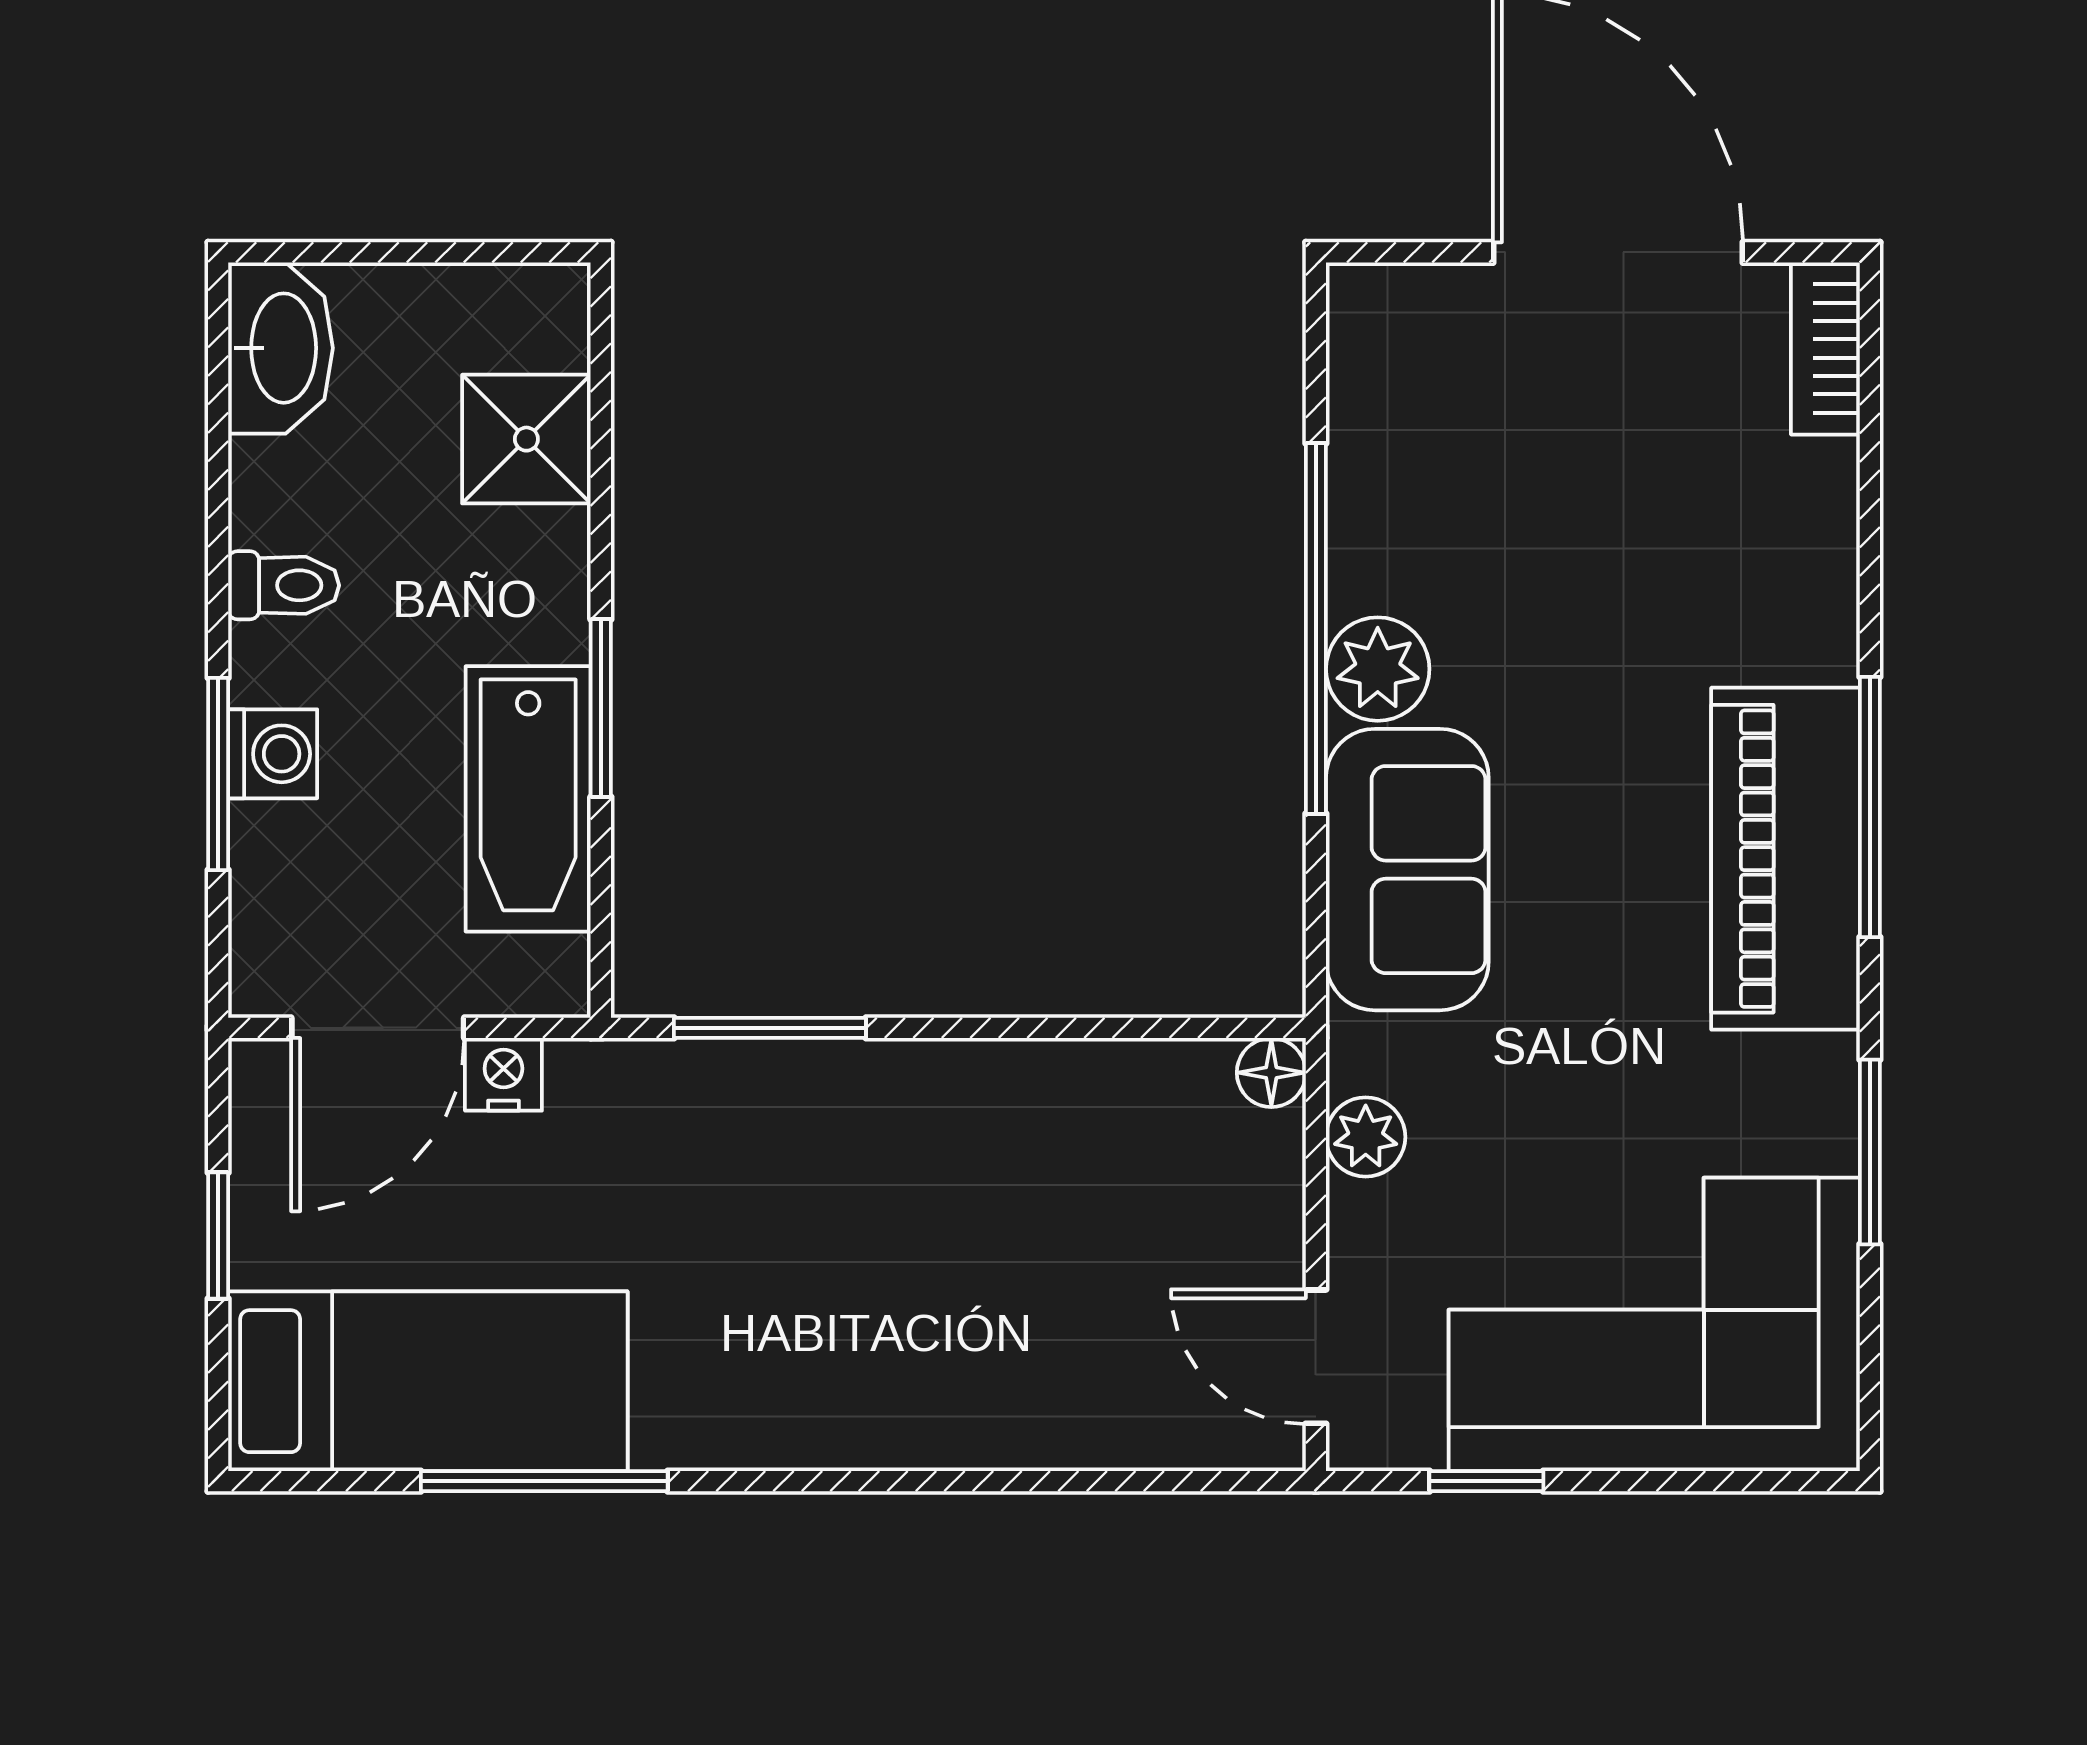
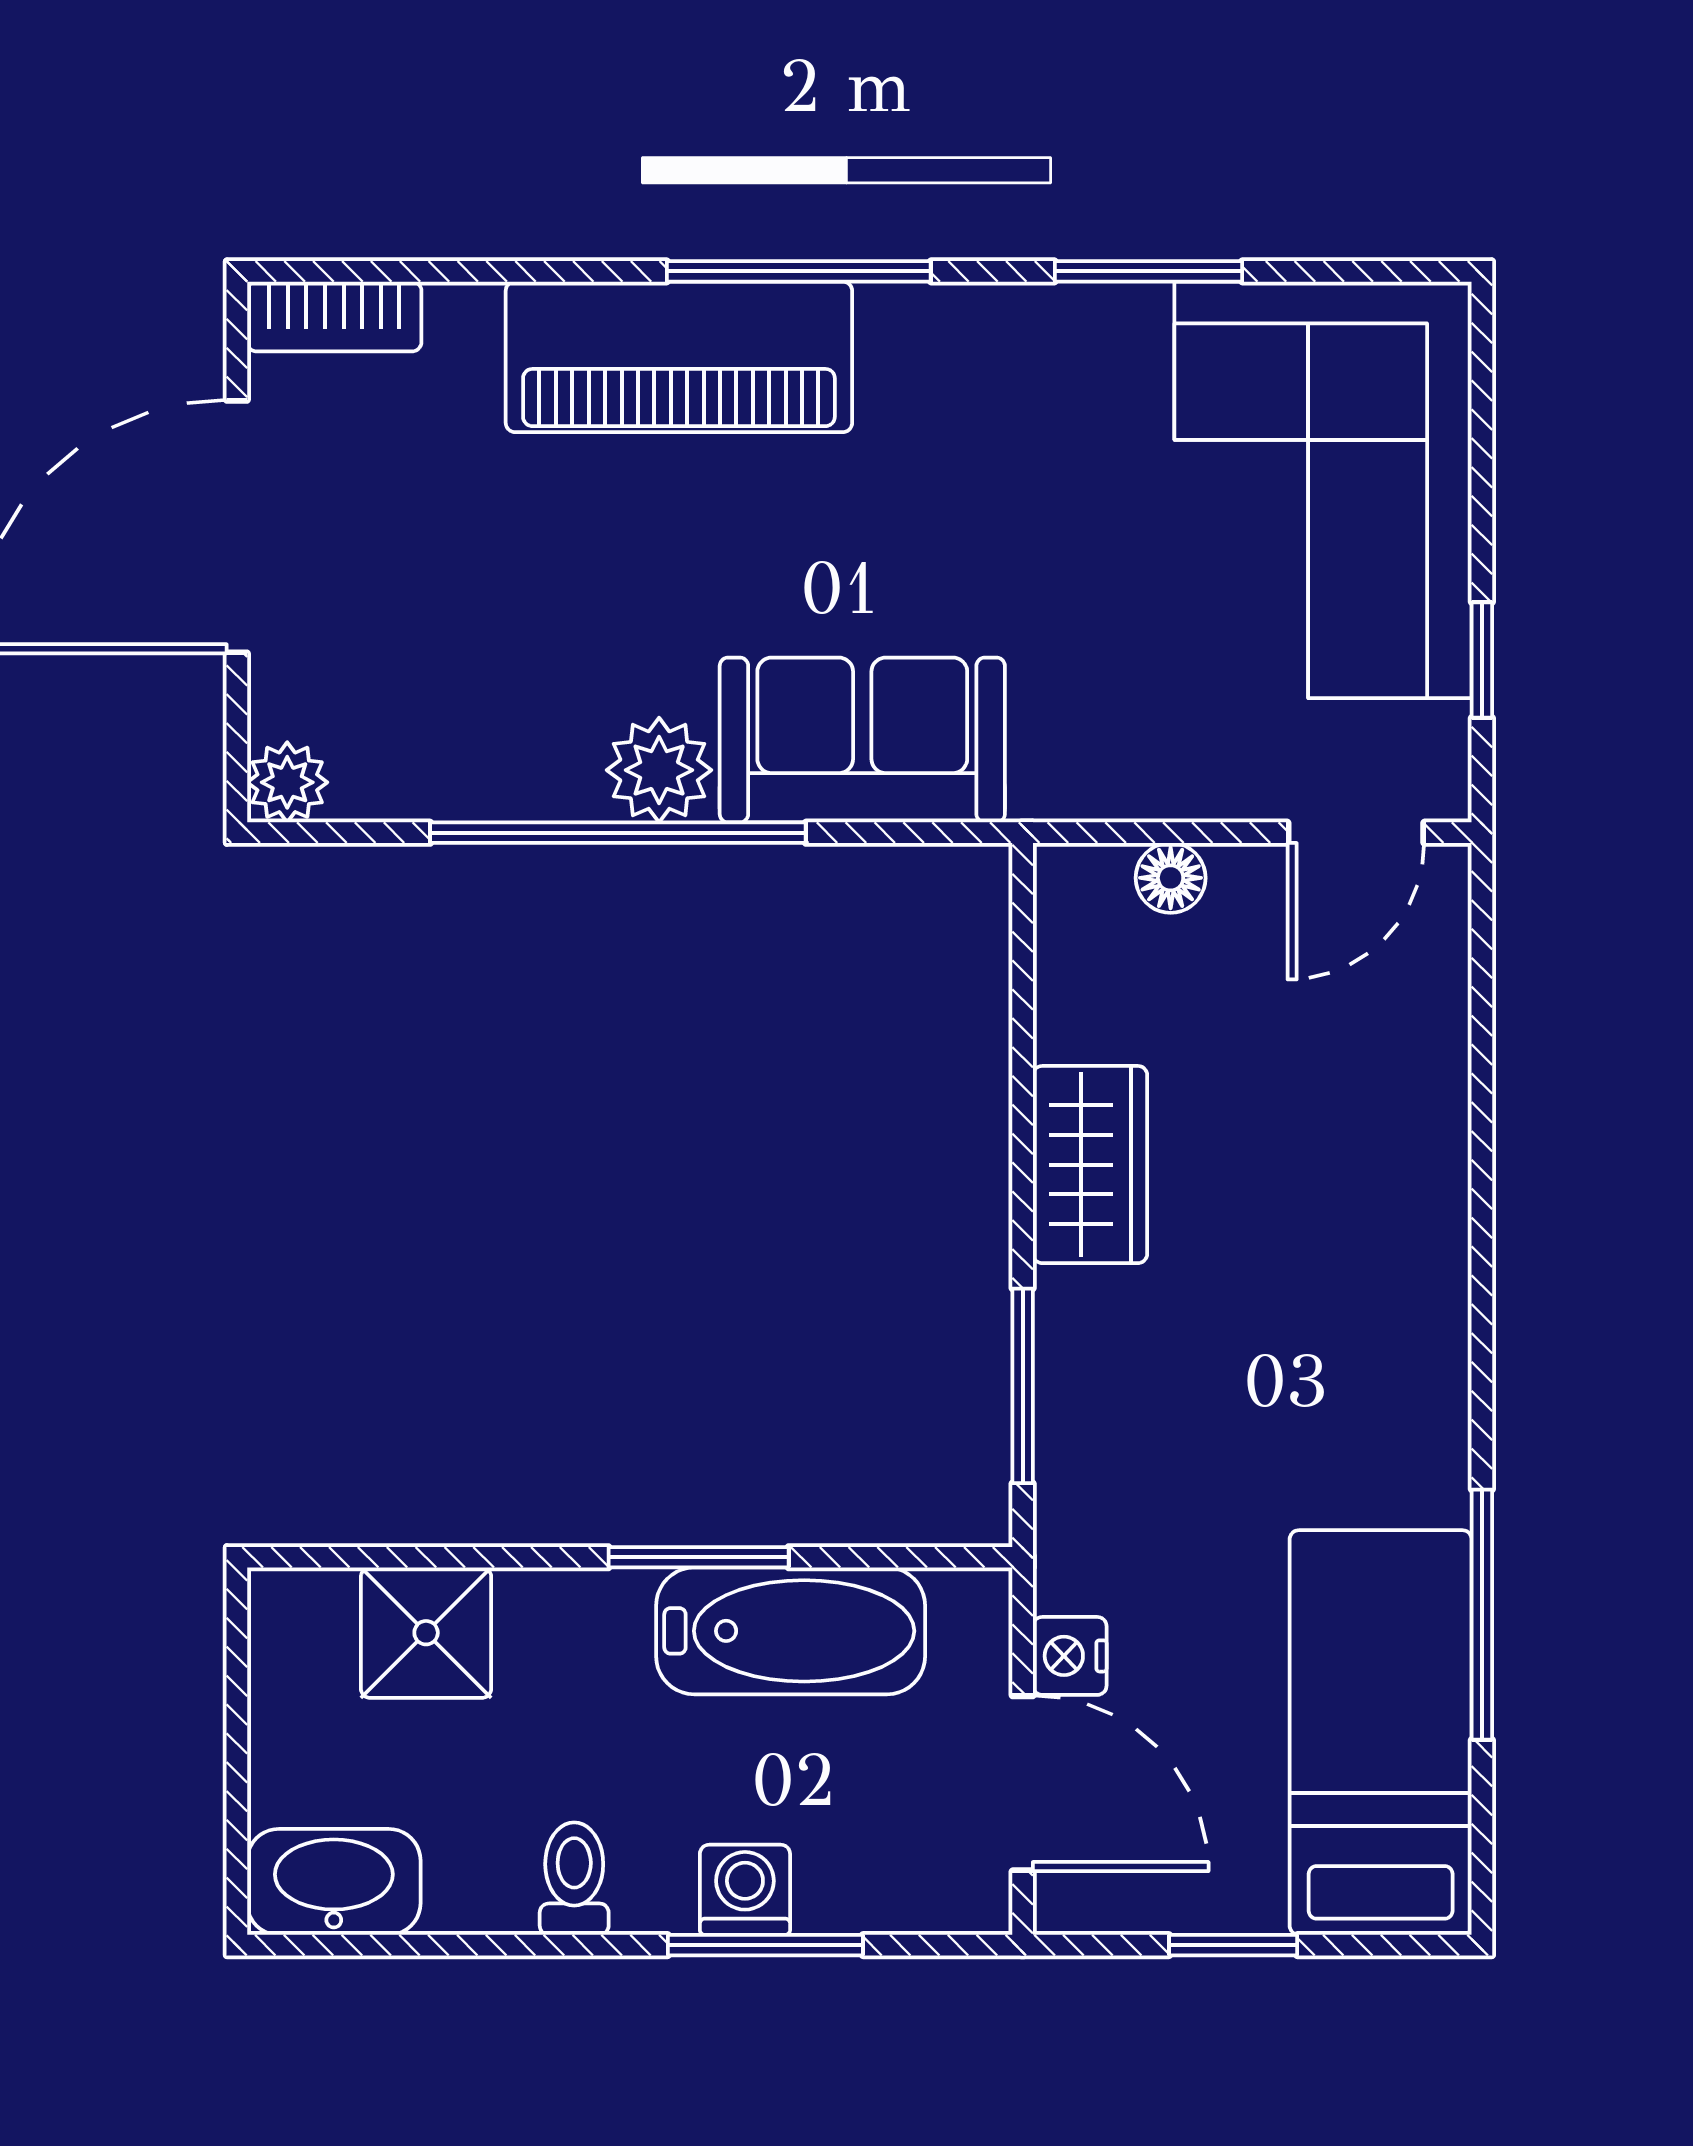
piano: (1785, 859) -> (679, 357), moved
floor lamp: (1271, 1073) -> (1171, 878), moved
wardrobe: (988, 1094) -> (1090, 1165), added
plant: (1366, 1137) -> (287, 782), moved

